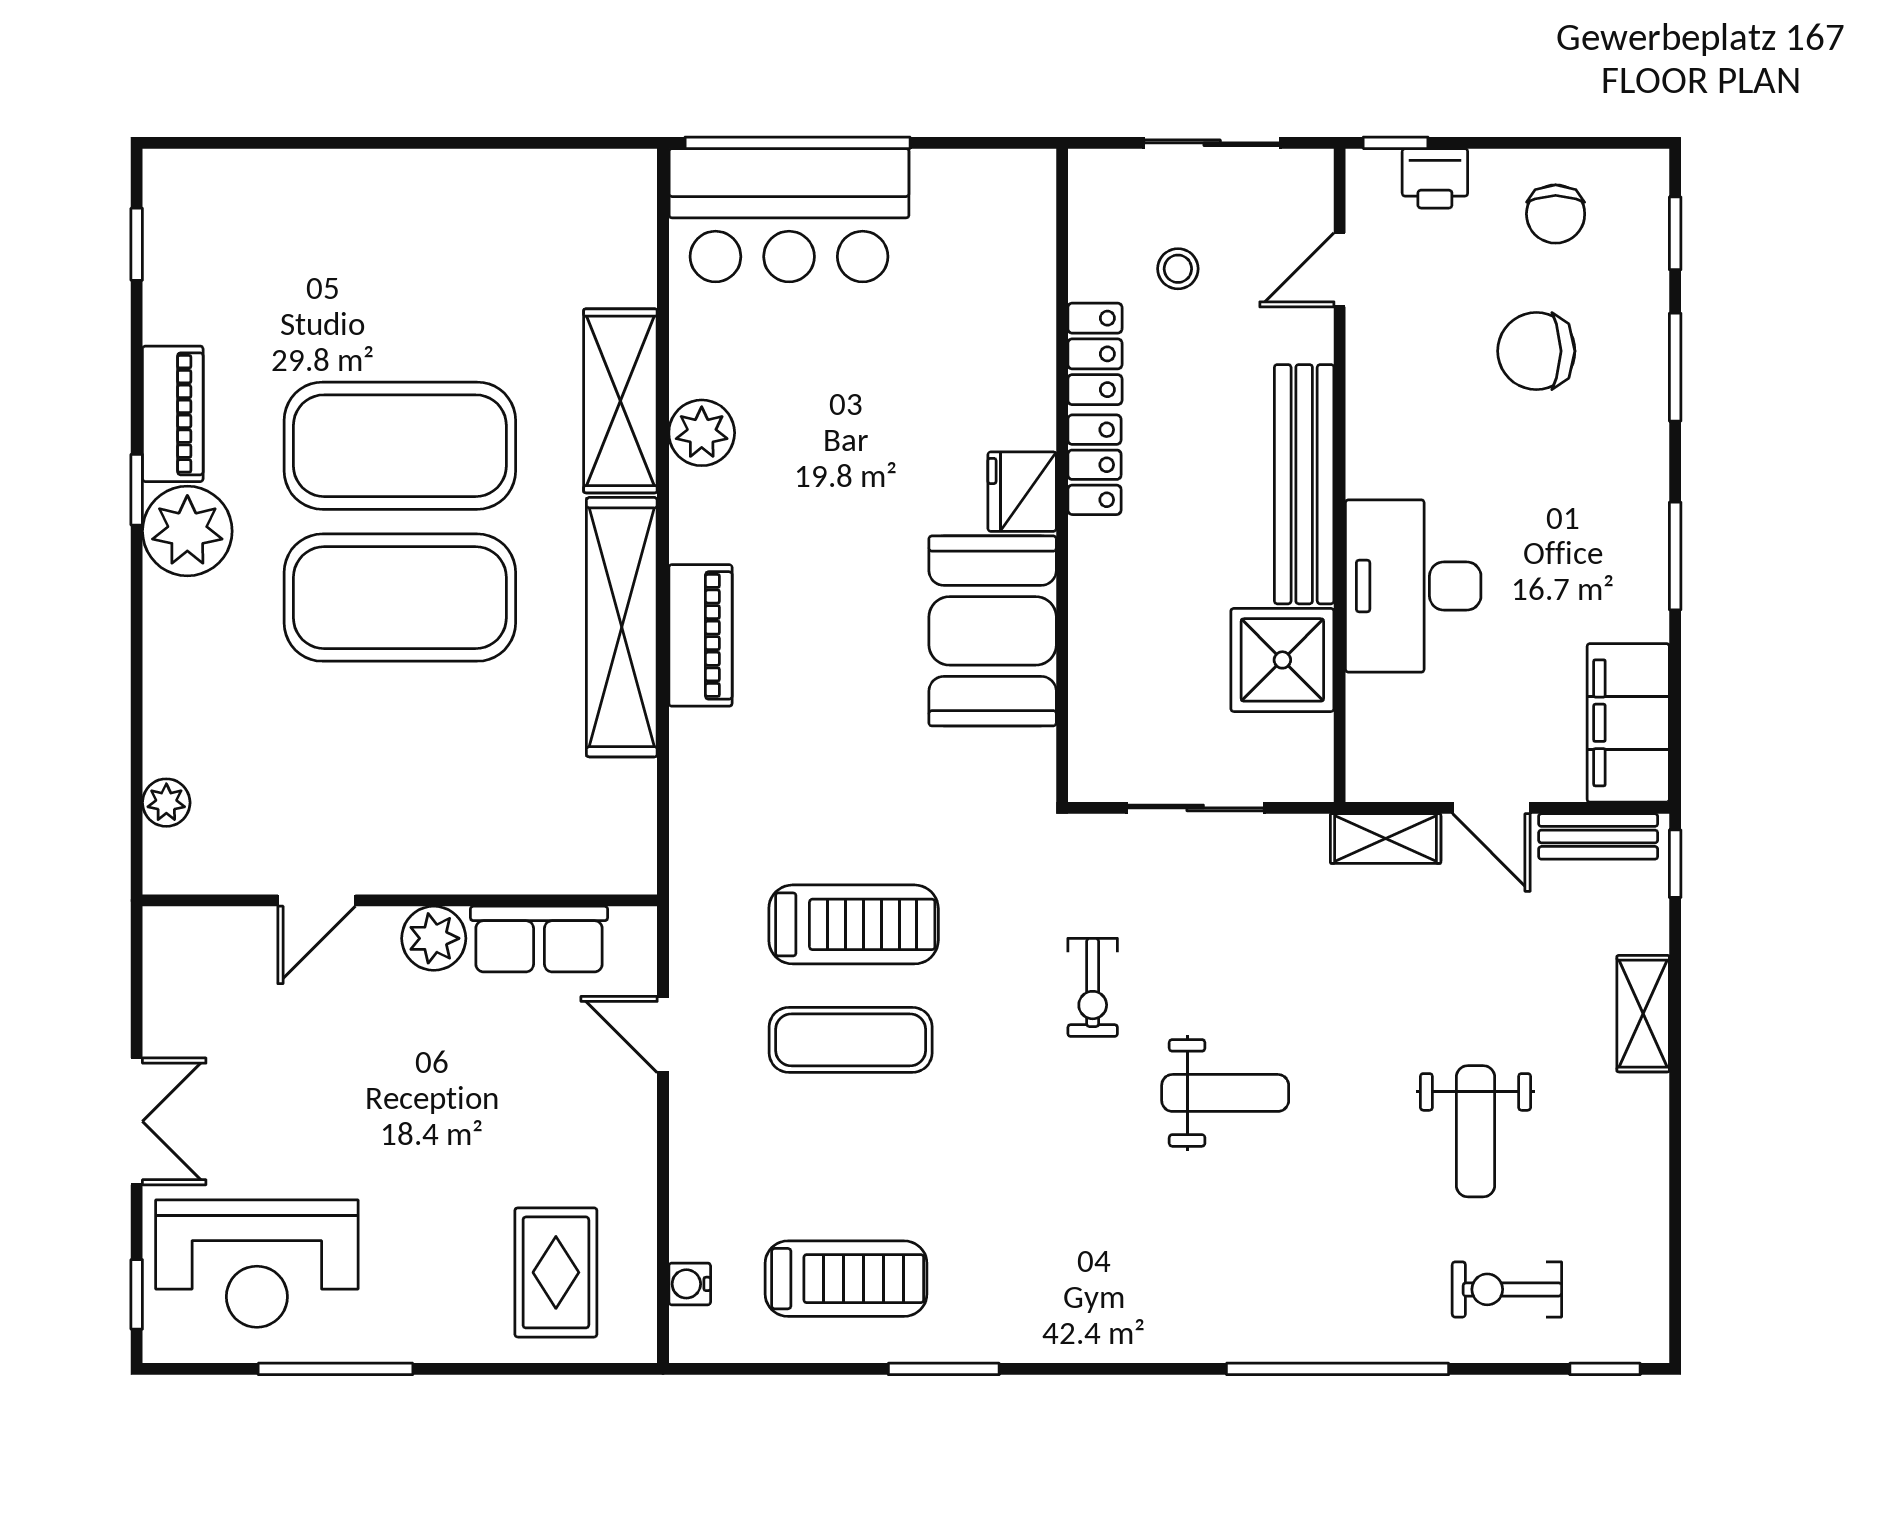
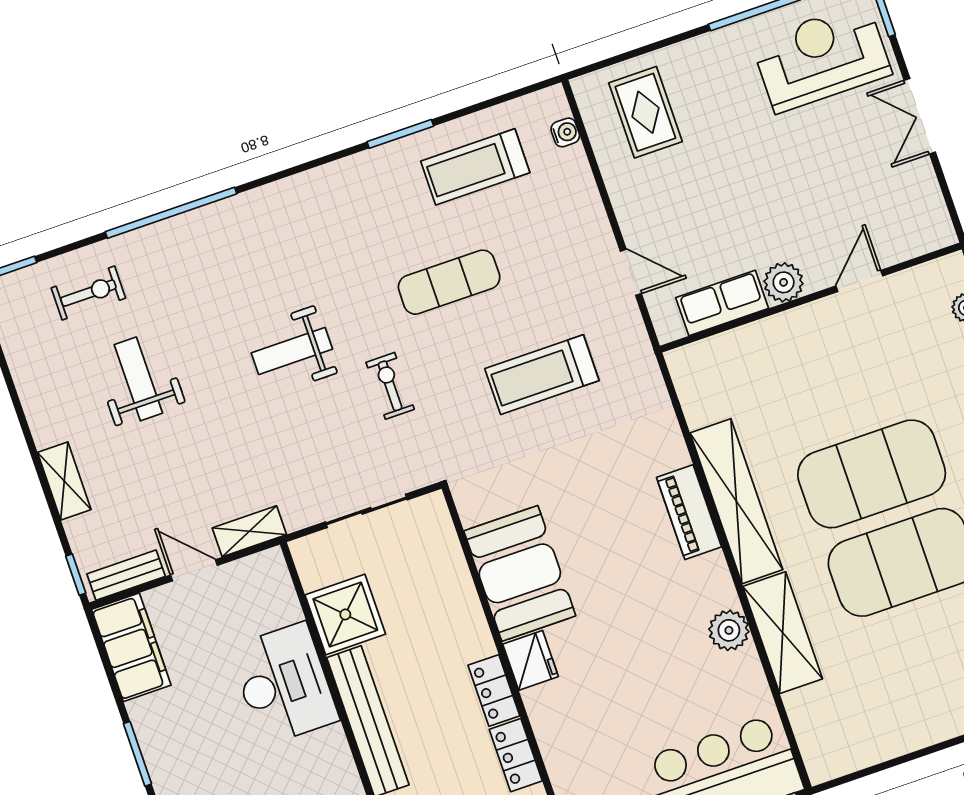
exercise mat: (851, 1040) -> (449, 282), moved

